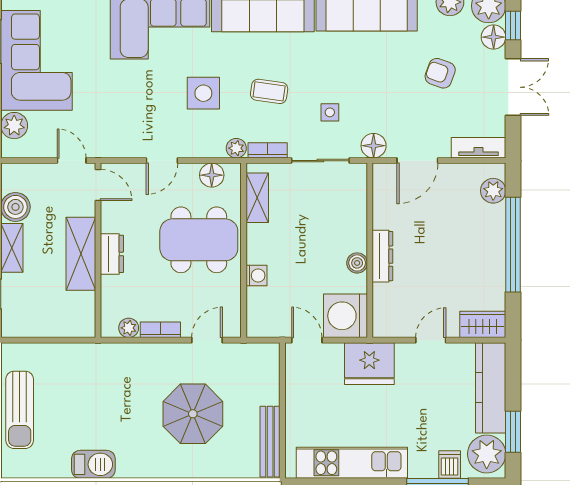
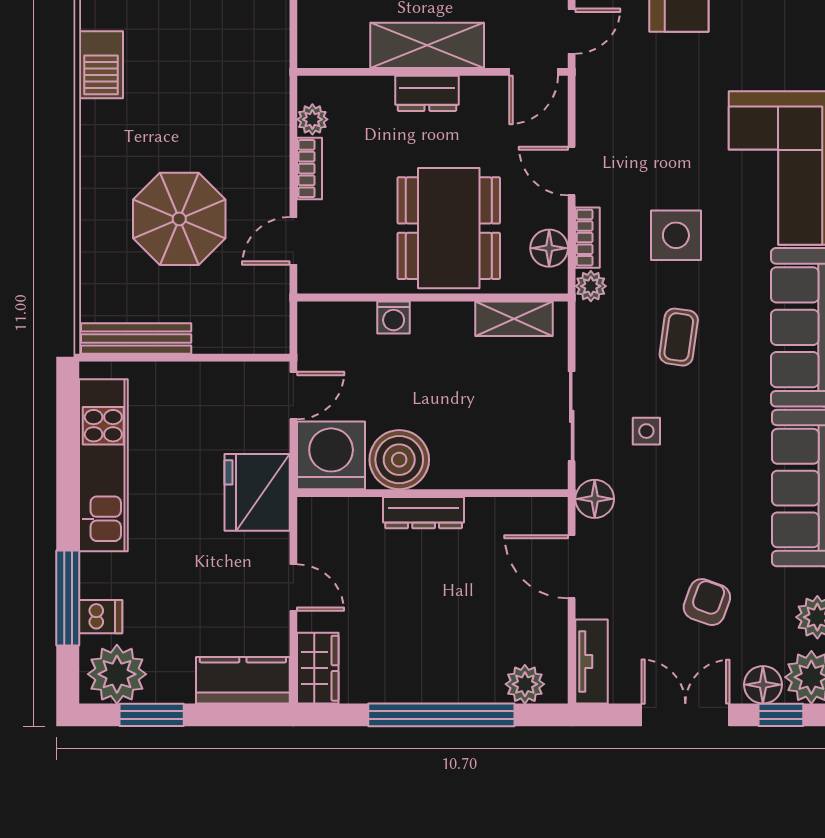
double door: (513, 87) -> (685, 715), swing flipped
bookcase: (268, 150) -> (587, 238), moved
boiler: (357, 263) -> (399, 460), width x1.86, depth x1.86
door: (207, 340) -> (293, 241), swing flipped
kitchen counter: (491, 388) -> (243, 680), width x0.67

